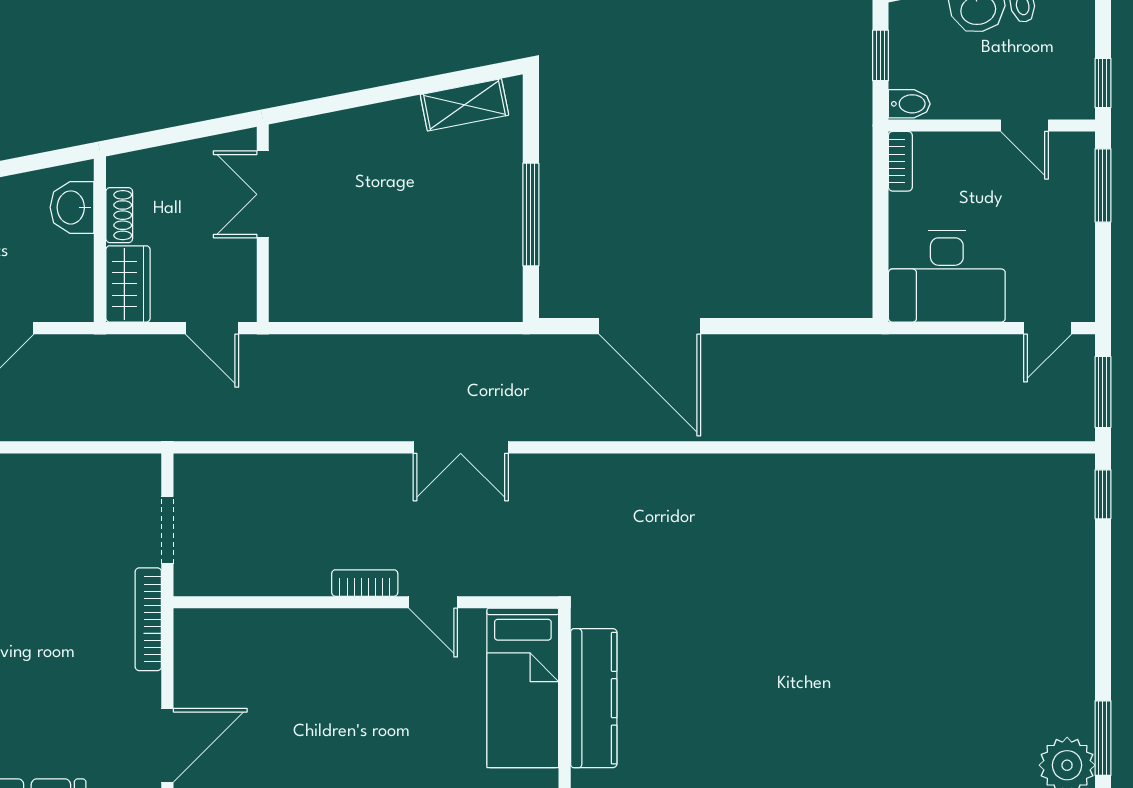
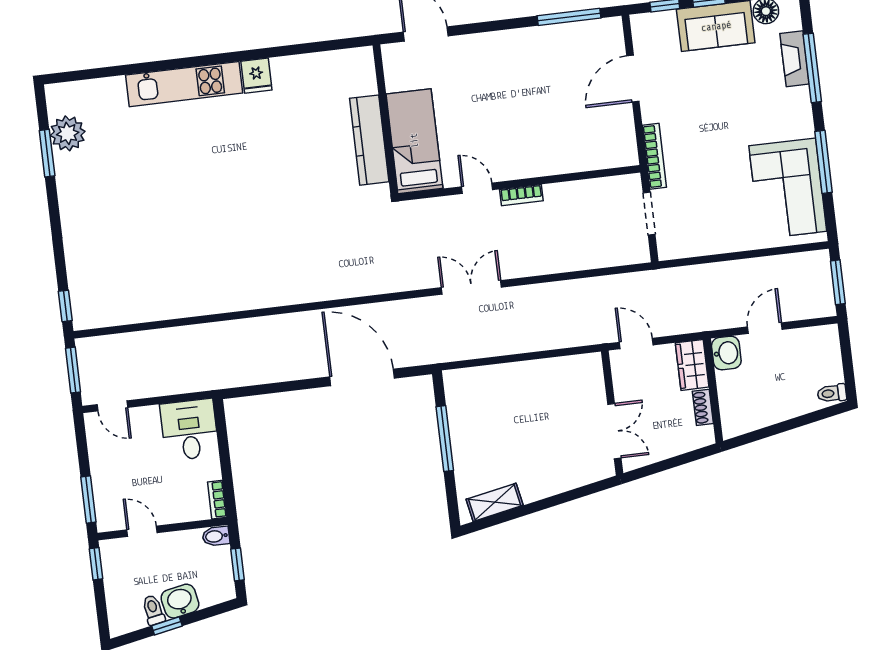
washbasin: (72, 207) -> (726, 353), moved
desk: (947, 276) -> (189, 430), width x0.73
door: (1048, 328) -> (112, 406), swing flipped

